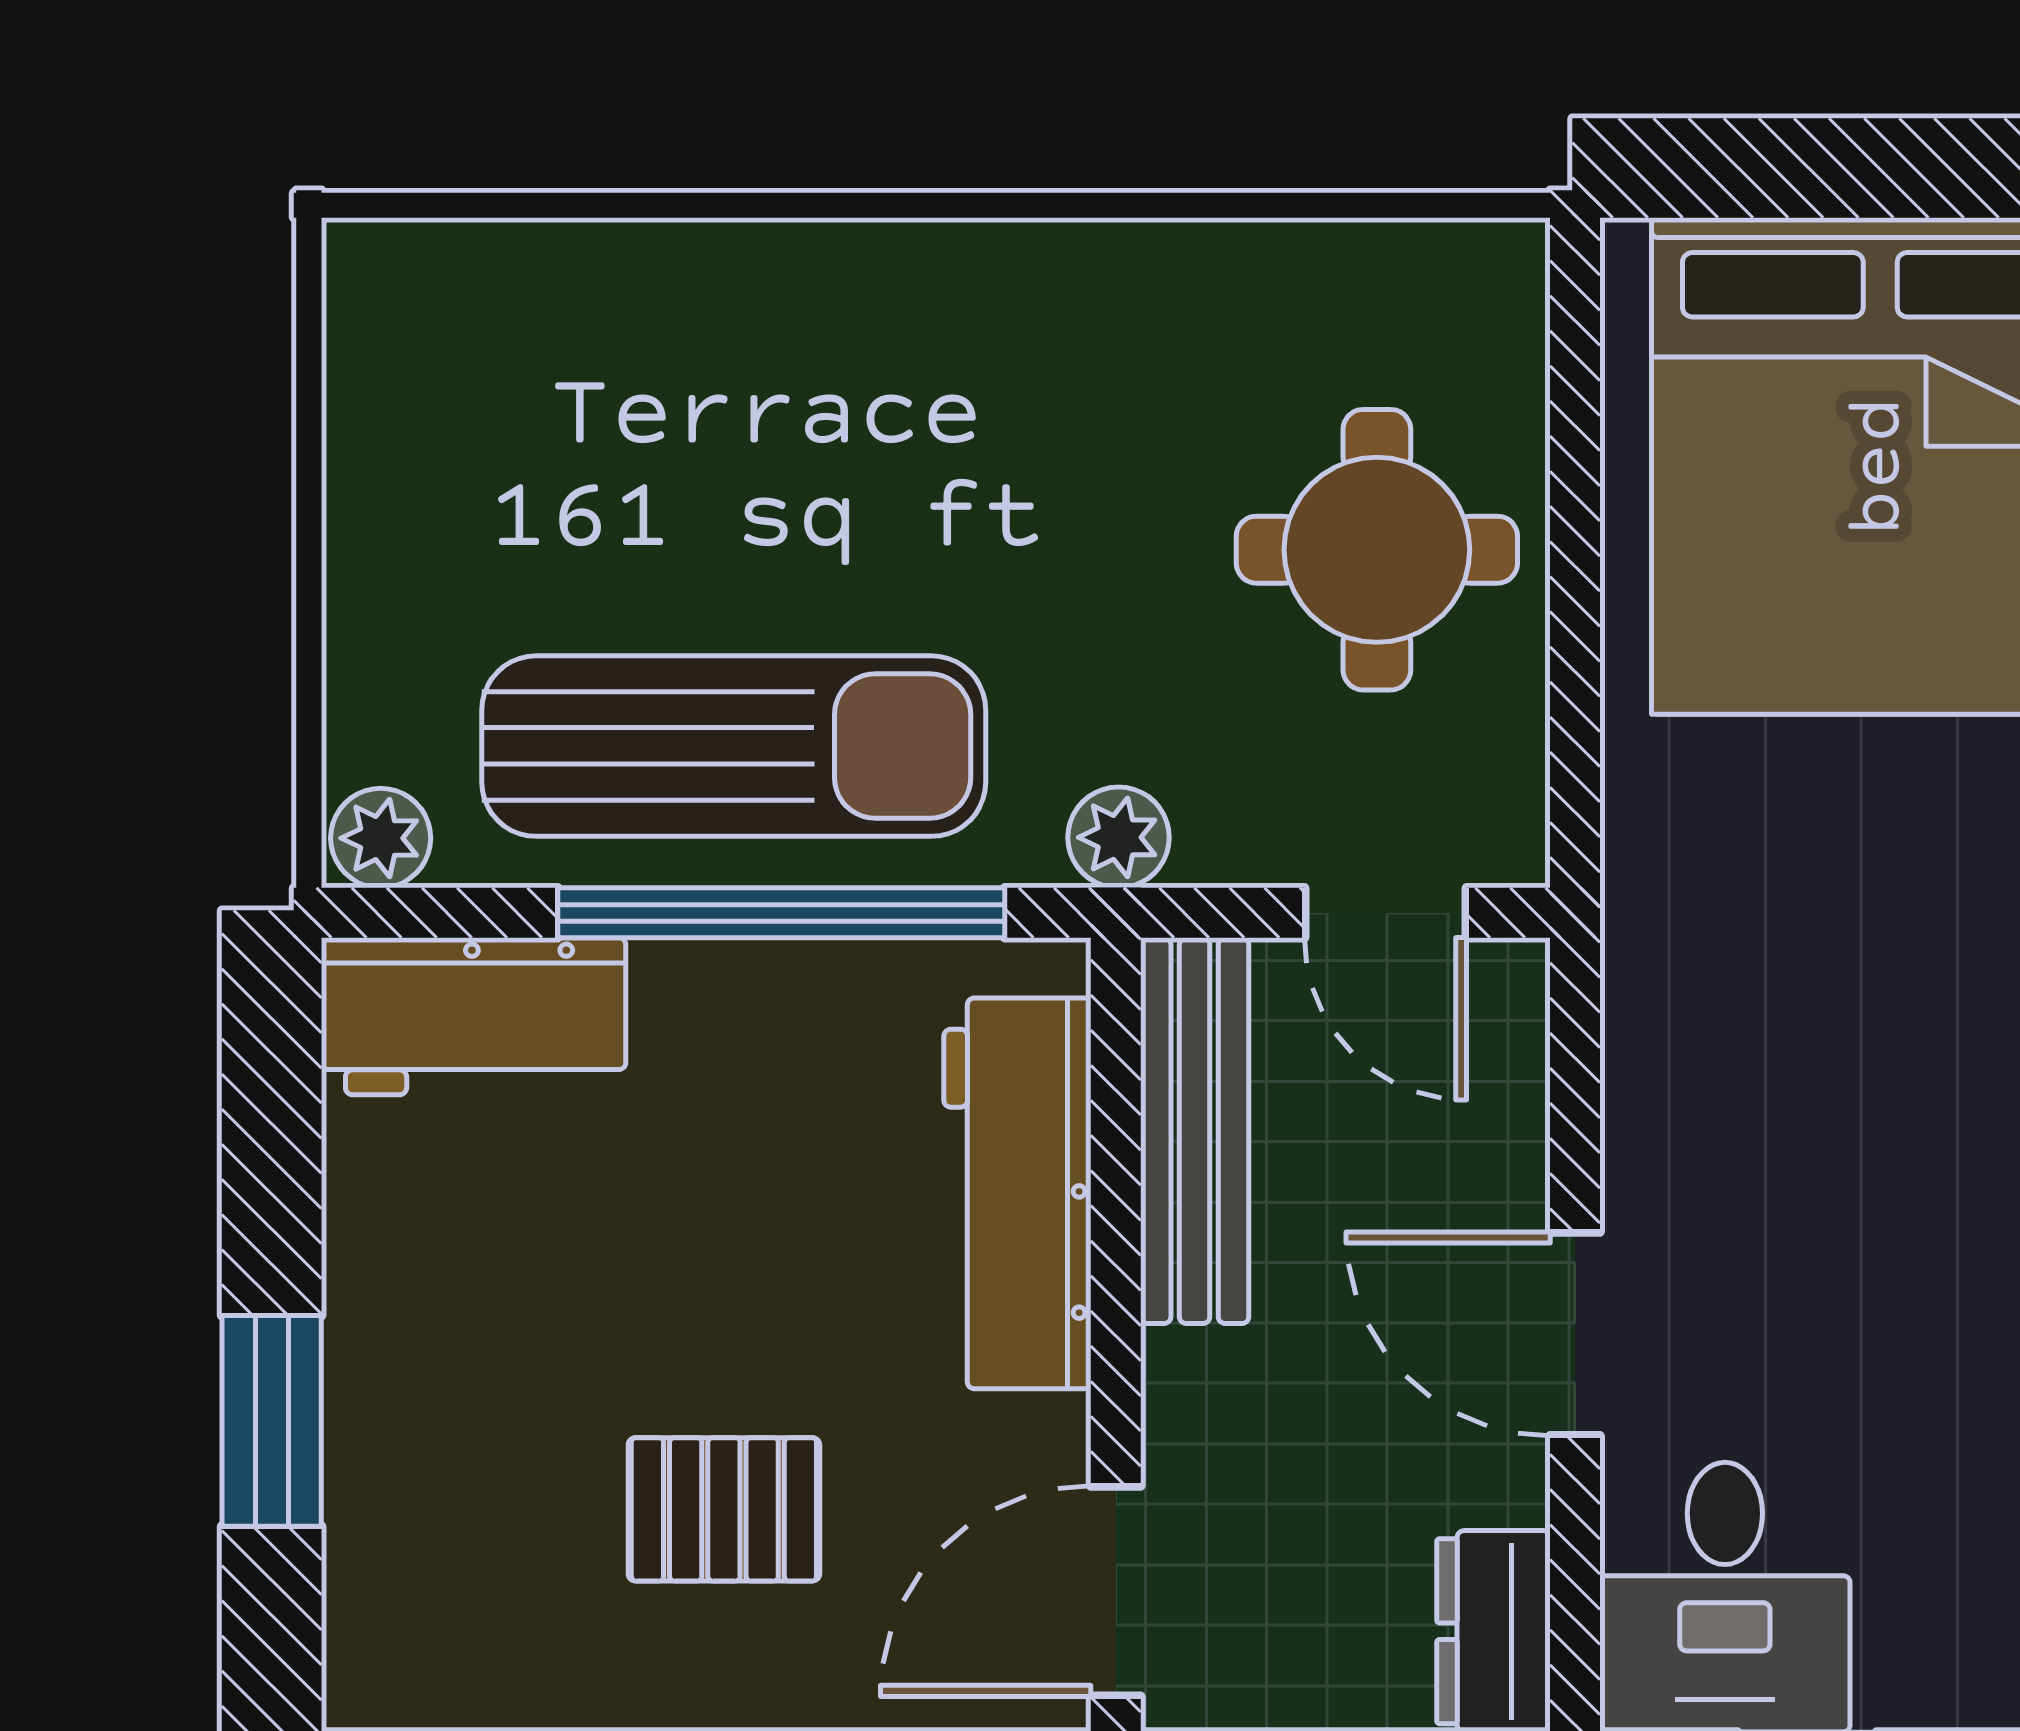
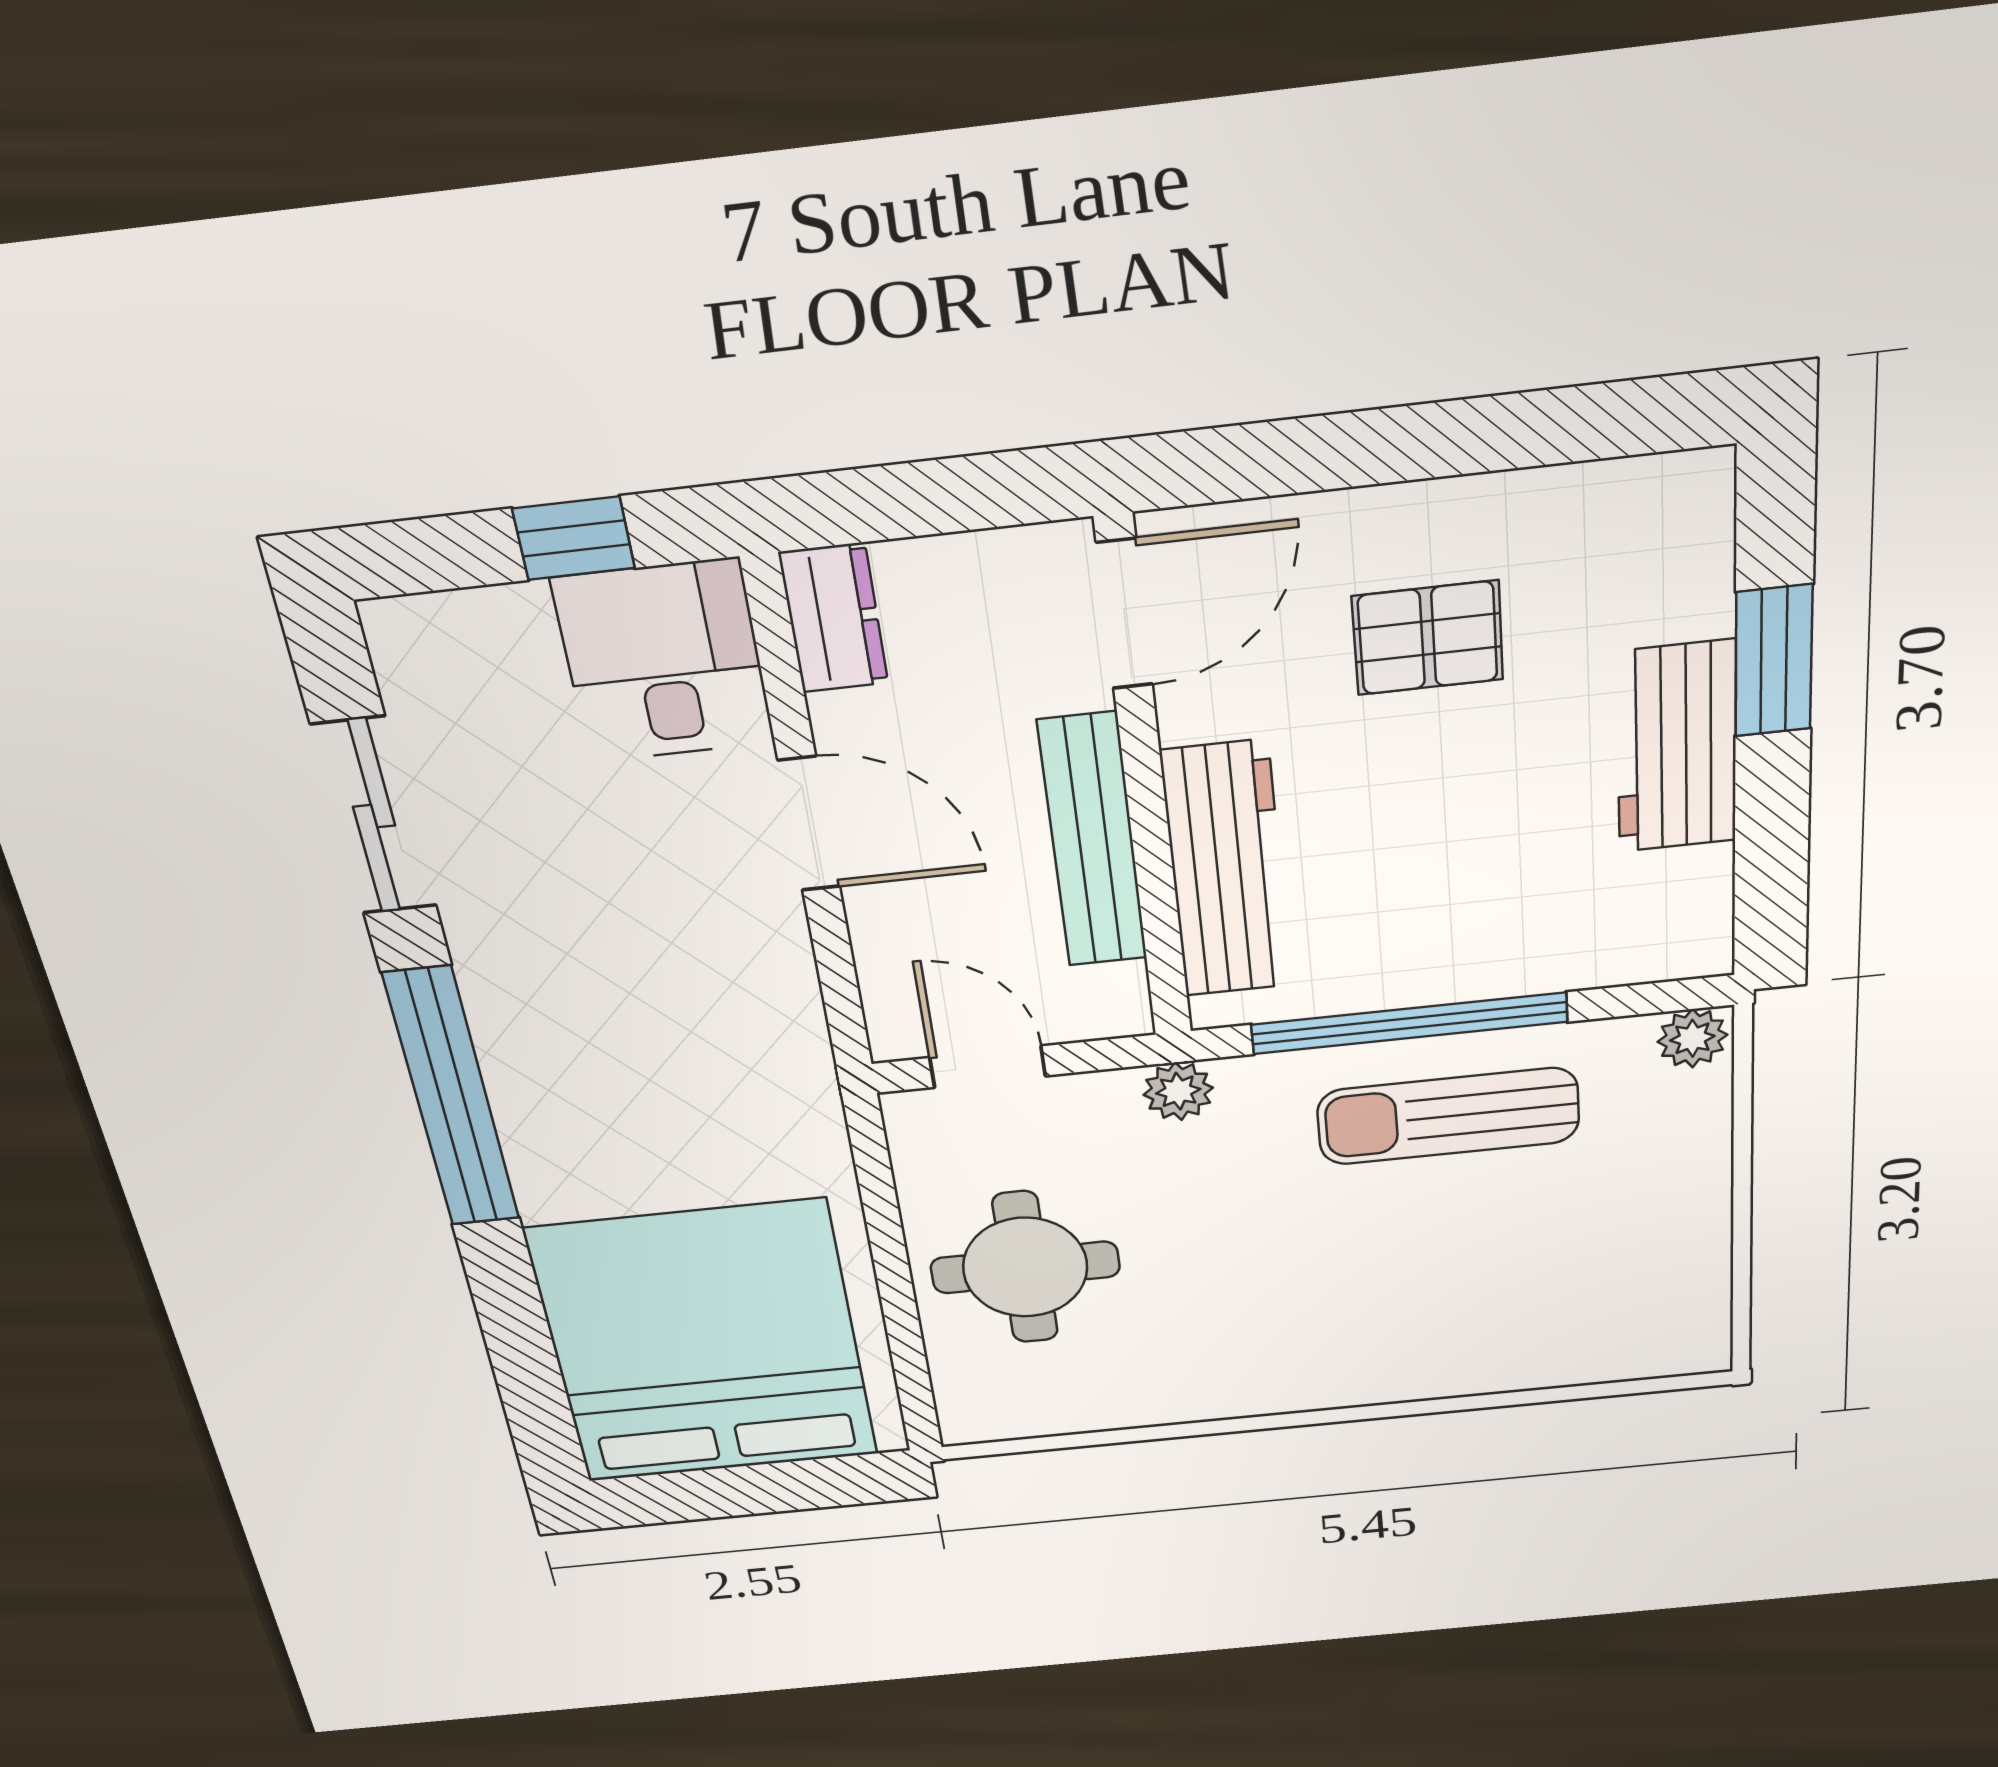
sun lounger: (734, 746) -> (1448, 1116), width x0.73, depth x0.75
workbench: (473, 1016) -> (1677, 747), moved, turned -90
bench: (1195, 1131) -> (1093, 841), moved

